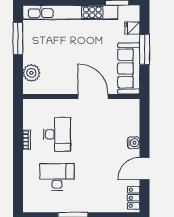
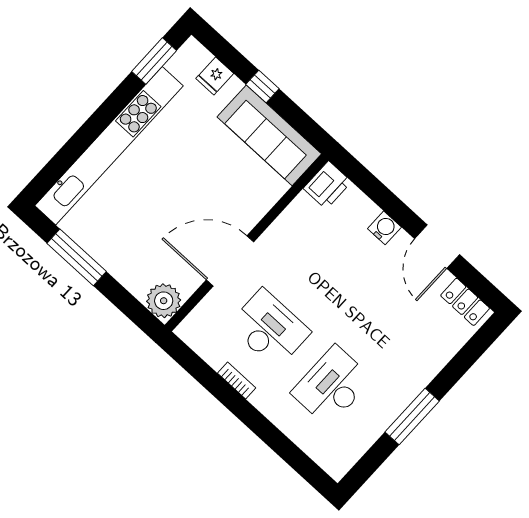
window: (145, 49) -> (262, 87), width x0.46
plant: (31, 73) -> (164, 301), moved
door: (93, 97) -> (230, 261), moved
printer: (130, 107) -> (327, 185), added

